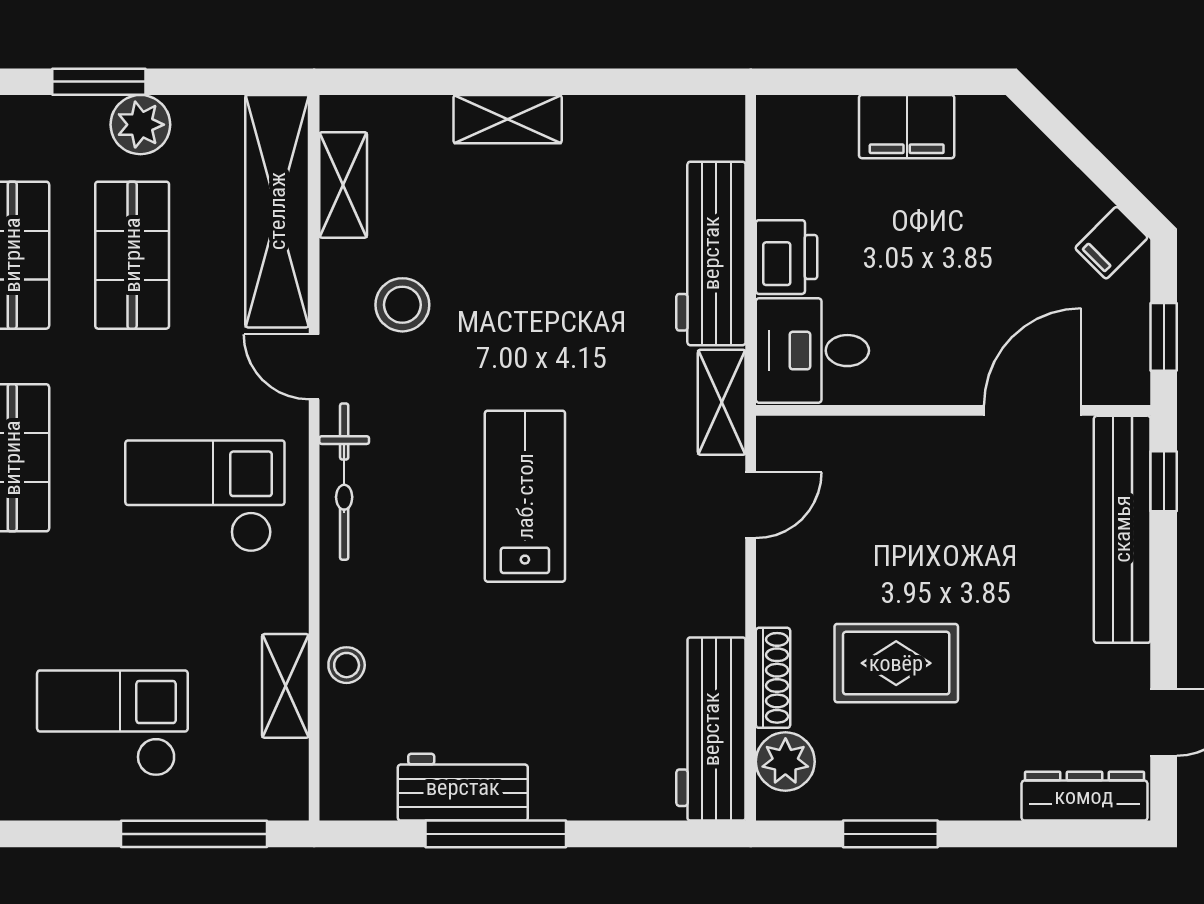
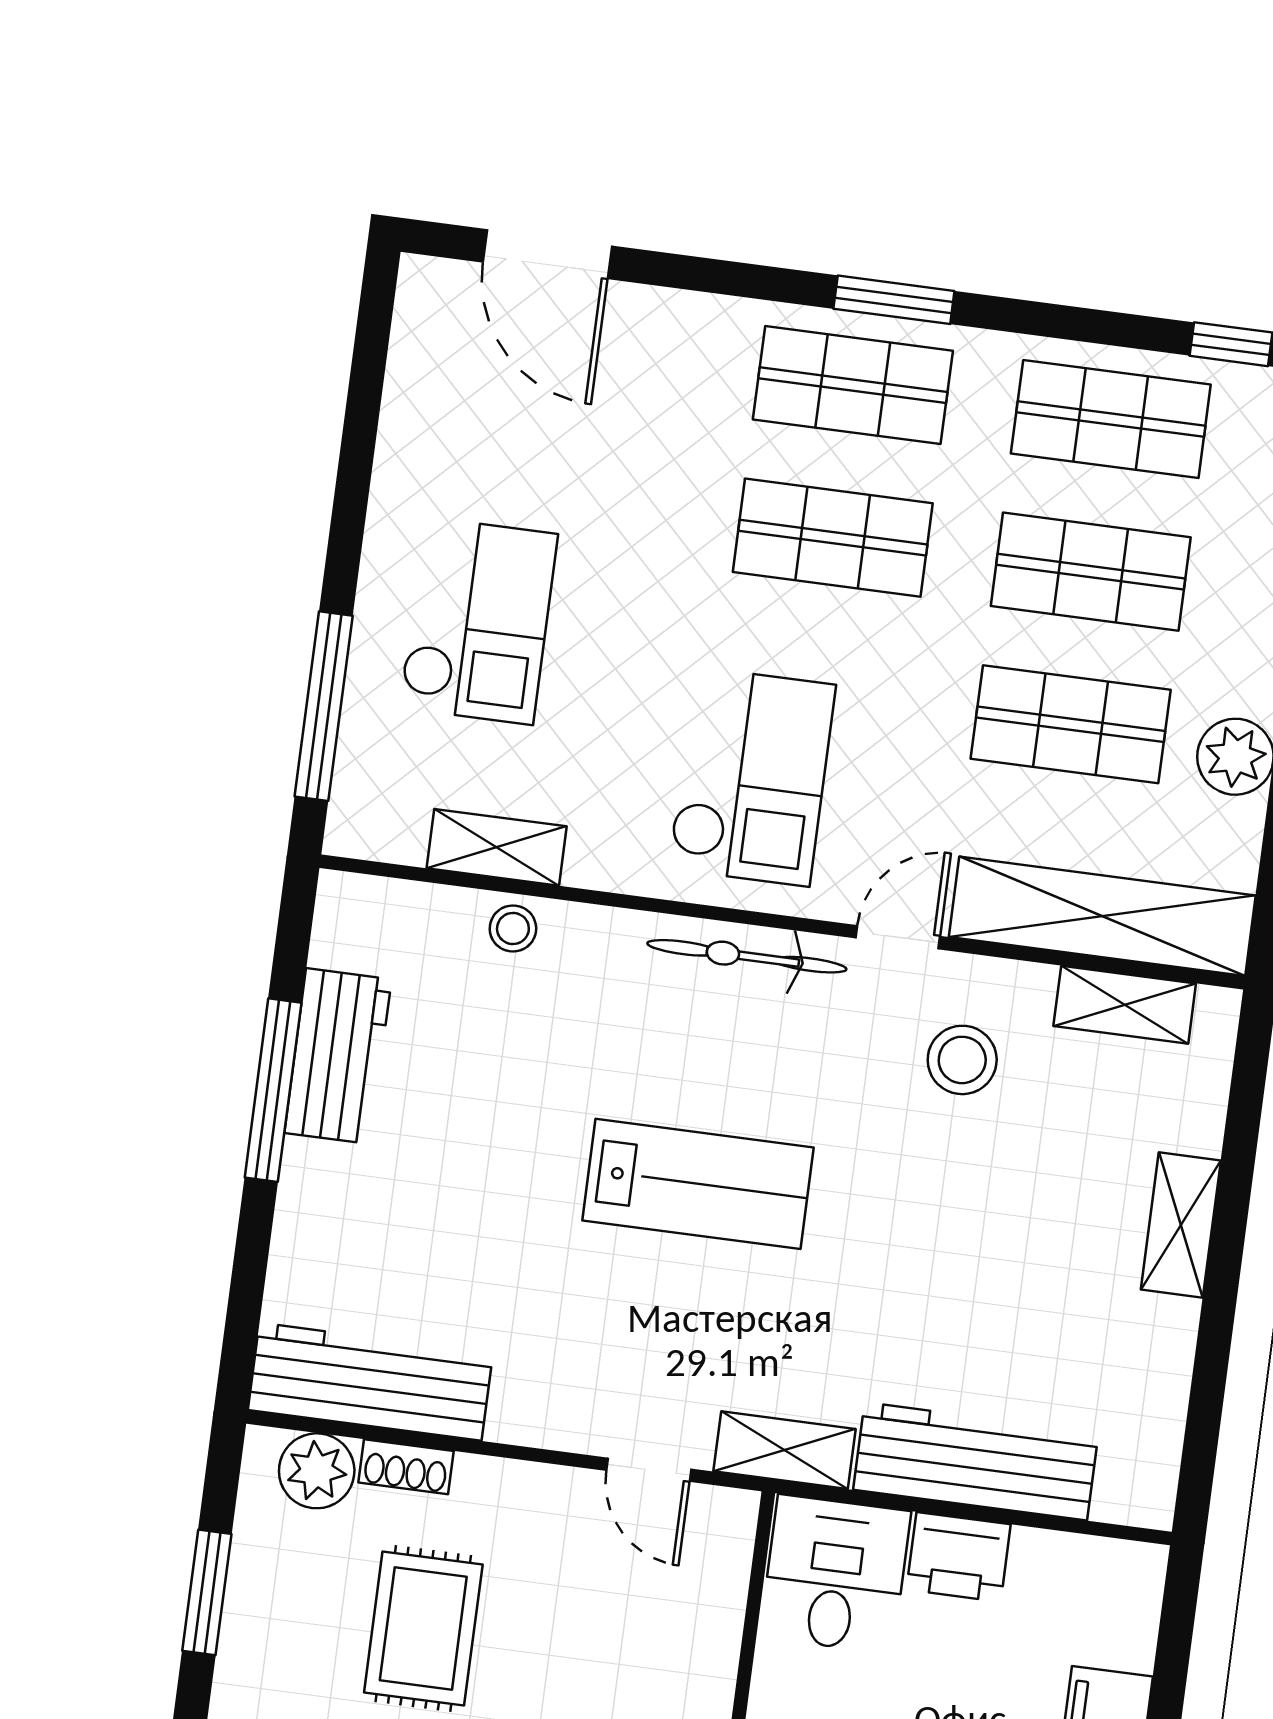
shoe rack: (773, 678) -> (406, 1467), width x0.70

